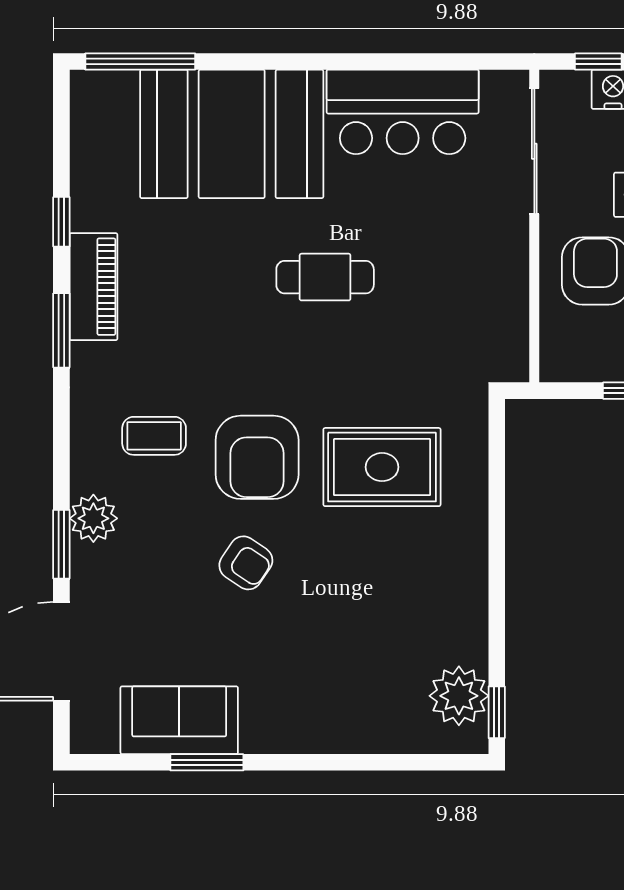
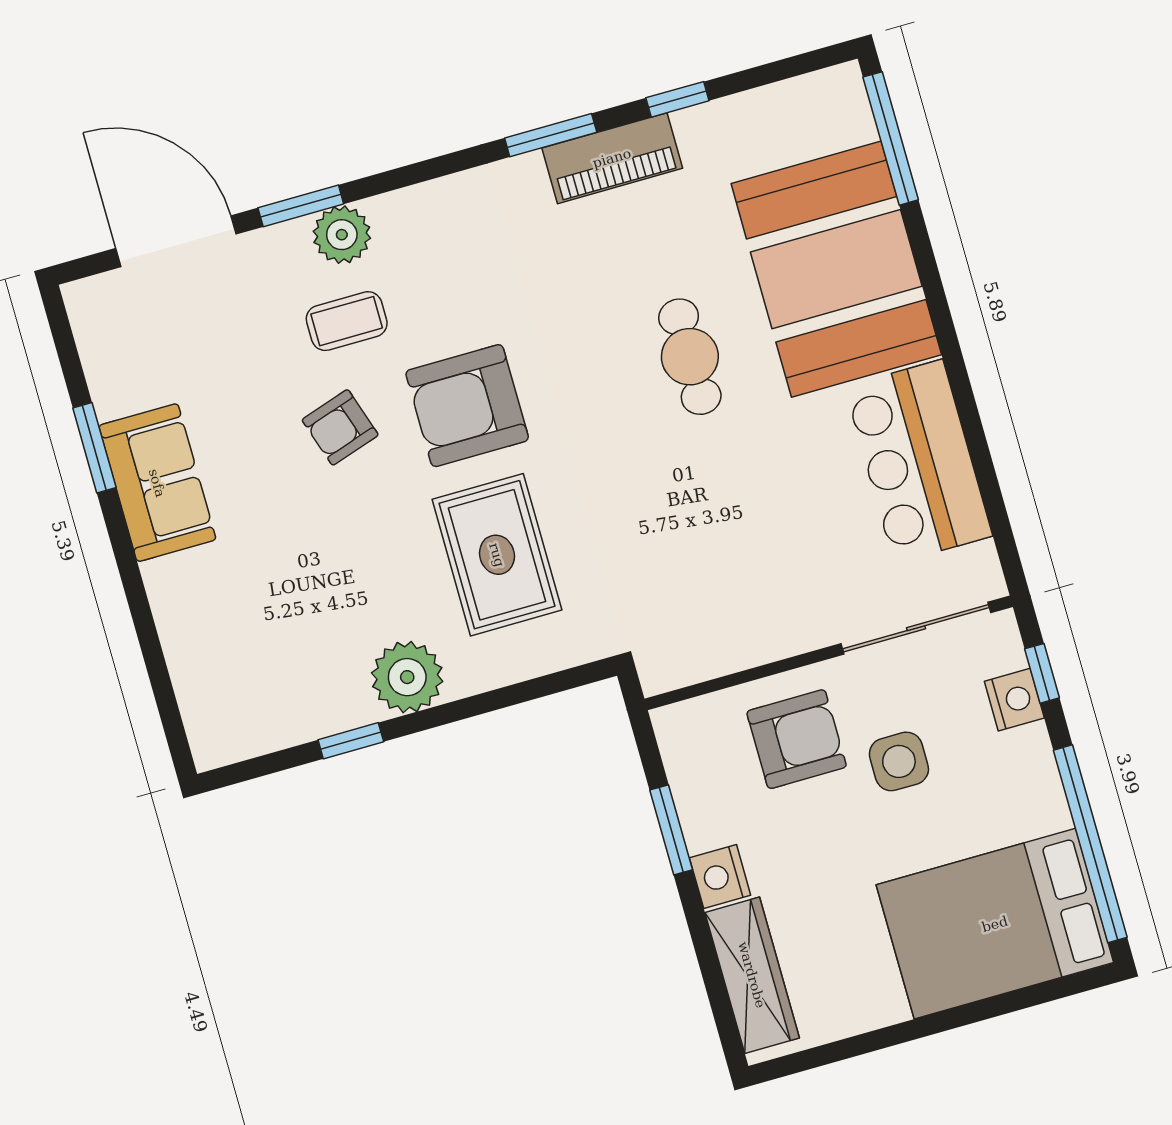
cafe table: (325, 277) -> (690, 357), moved
coffee table: (154, 436) -> (347, 321), moved, turned 90
armchair: (246, 563) -> (340, 427), turned 38
plant: (459, 696) -> (407, 677), moved
window: (497, 712) -> (351, 741), moved
sofa: (179, 720) -> (157, 483), moved

